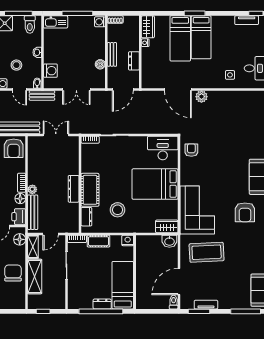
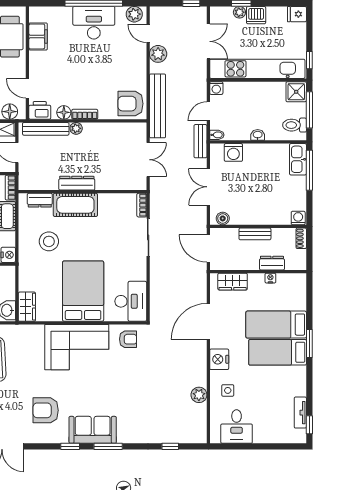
window: (77, 13) -> (309, 170), moved
wardrobe: (148, 27) -> (233, 282), moved
dresser: (134, 61) -> (272, 263), moved
boiler: (100, 64) -> (223, 218), moved
stool: (16, 65) -> (241, 107), removed
nightstand: (206, 81) -> (219, 359), added
plant: (201, 97) -> (199, 395), moved
corner sofa: (197, 210) -> (77, 347), moved

